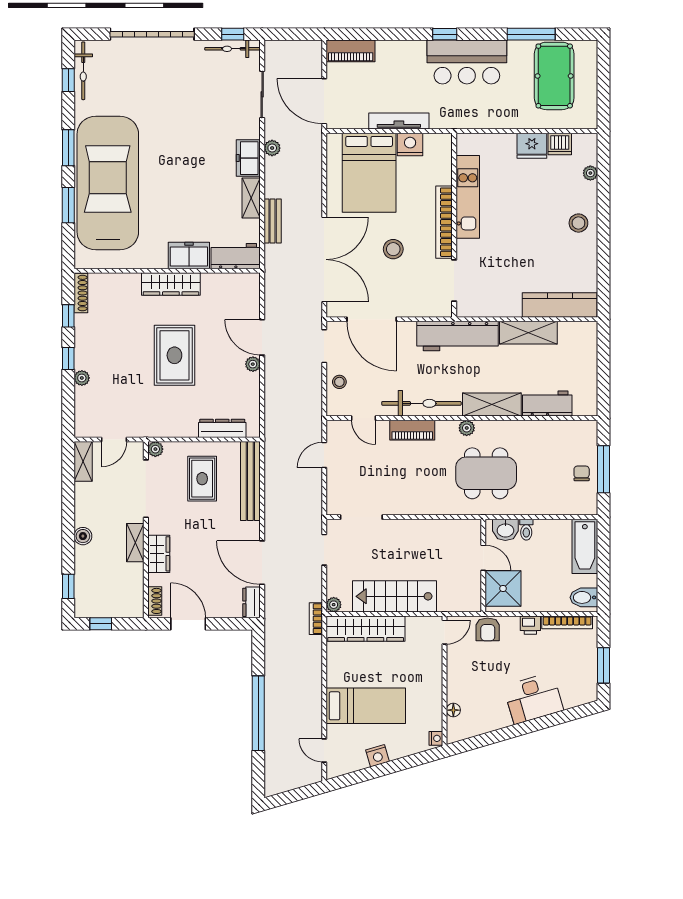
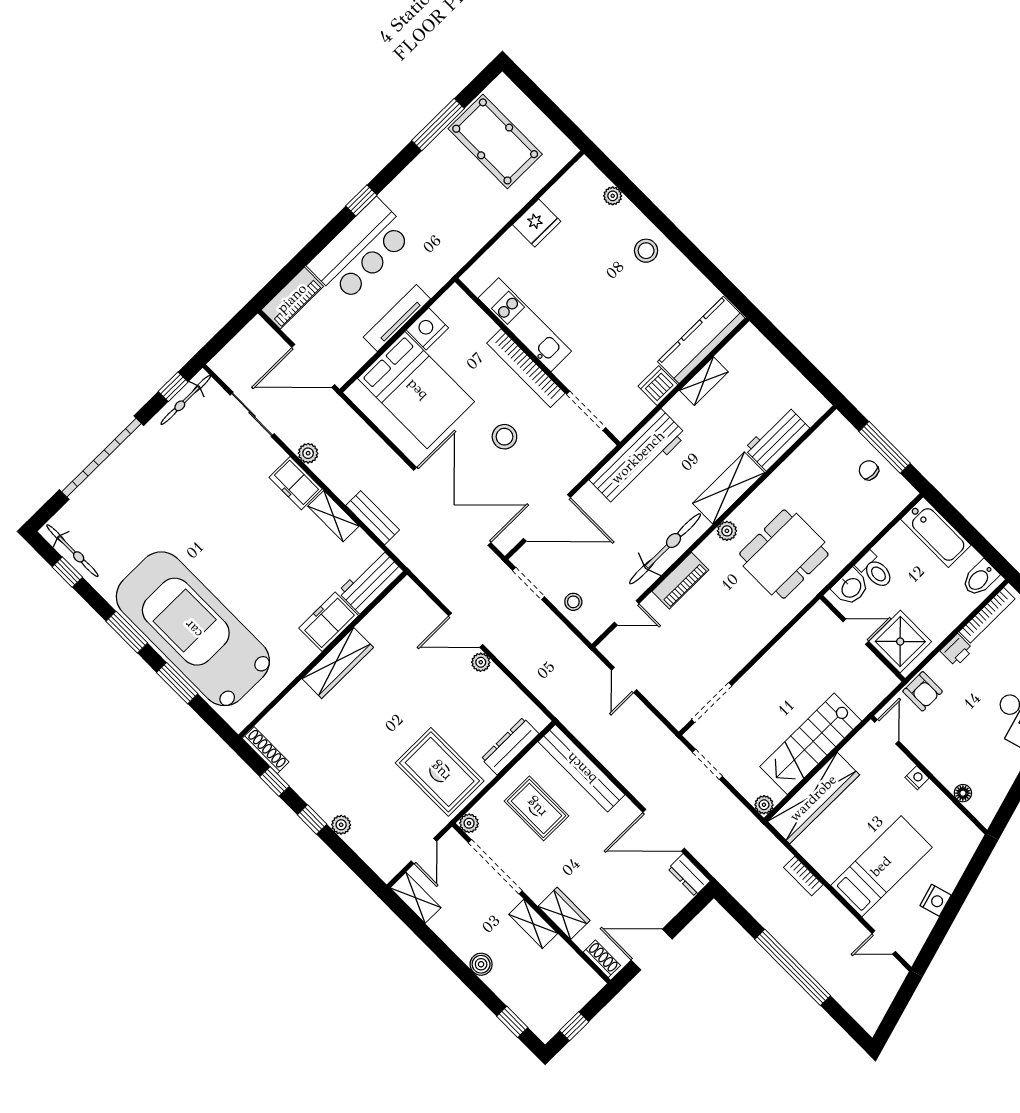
bar counter: (467, 62) -> (360, 250), moved
dishwasher: (560, 144) -> (658, 386), moved, turned 180
shelving: (528, 333) -> (704, 381), width x0.67, depth x0.75
rug: (174, 355) -> (440, 772), moved
toilet: (526, 530) -> (875, 570), width x1.37, depth x1.39
bookcase: (316, 619) -> (803, 876), moved
nightstand: (436, 738) -> (917, 778), moved

